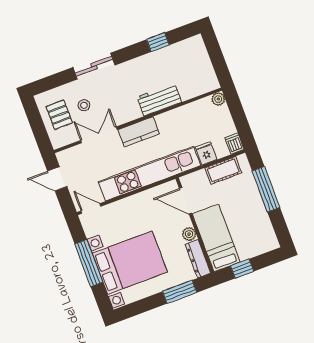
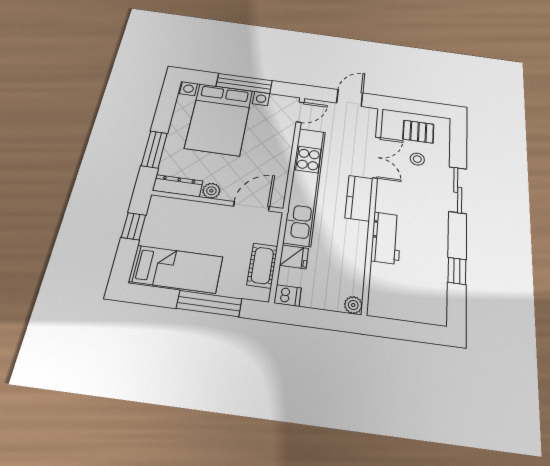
bed: (216, 238) -> (176, 269), moved

